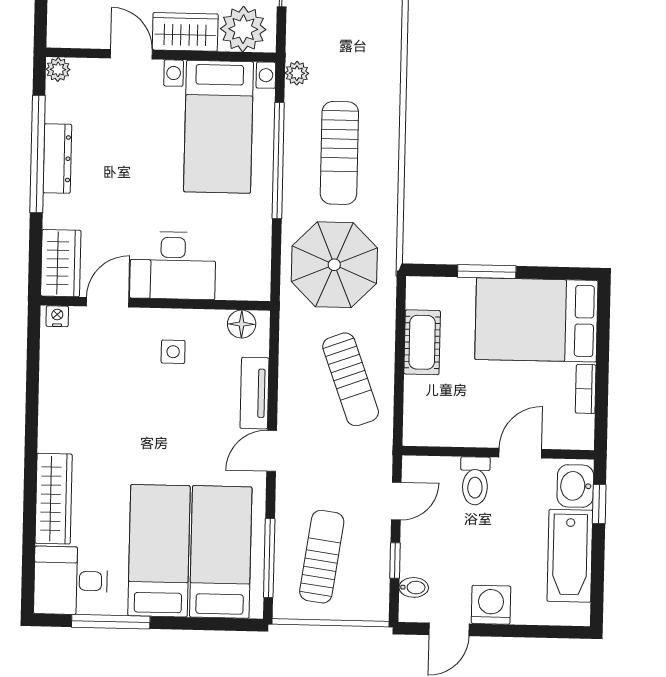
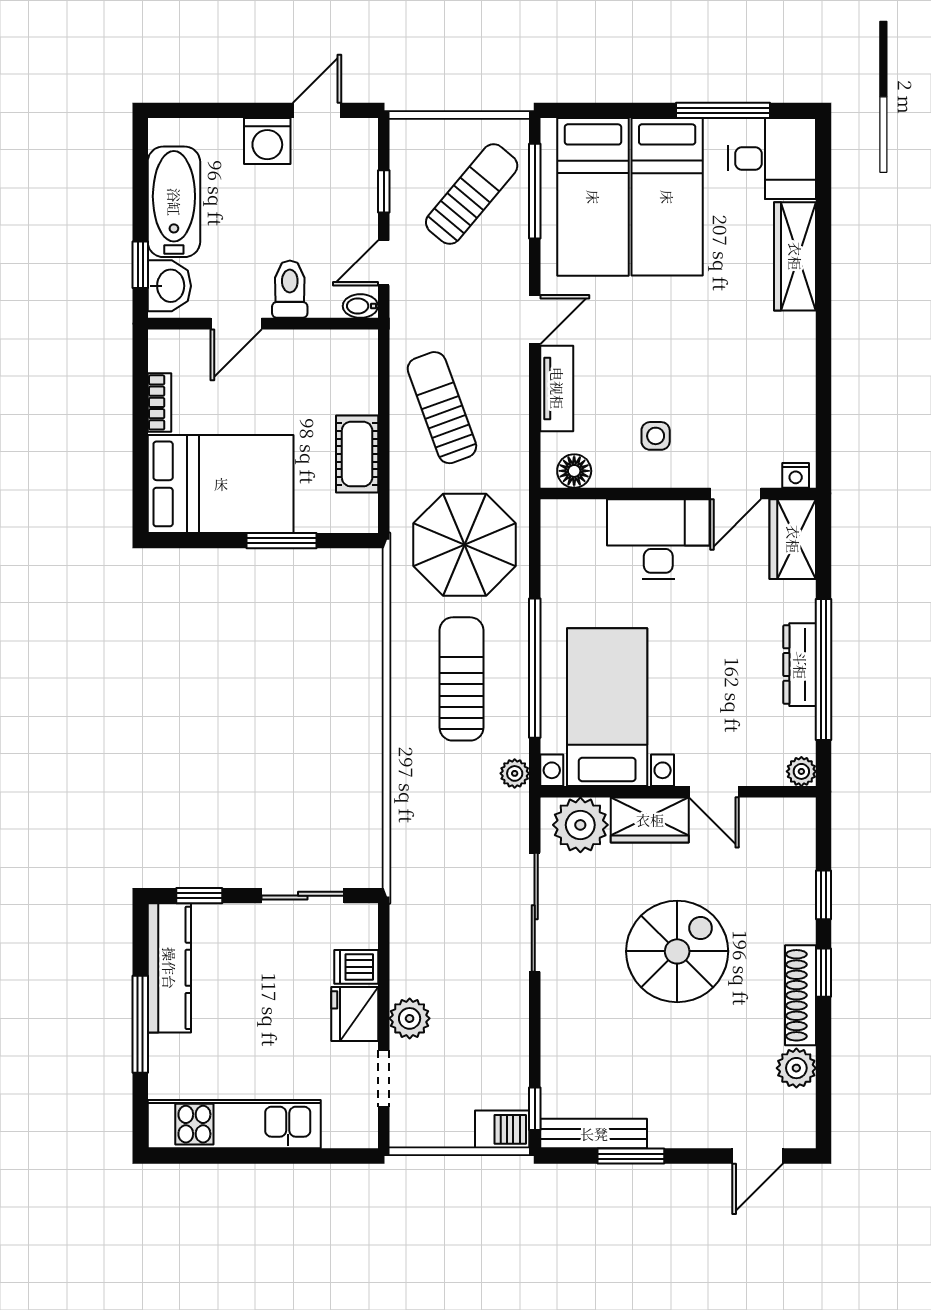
sun lounger: (322, 557) -> (472, 194), turned -148
bidet: (414, 587) -> (360, 306), moved

